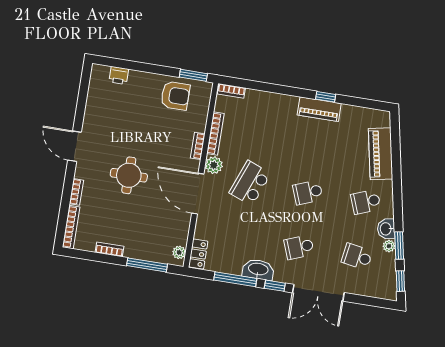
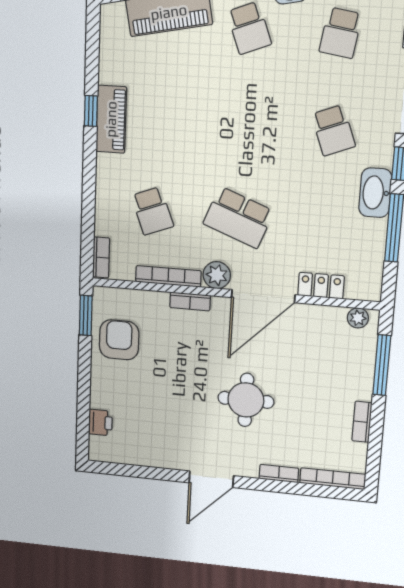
school desk: (308, 192) -> (152, 211), moved
locker: (198, 254) -> (321, 286), moved

